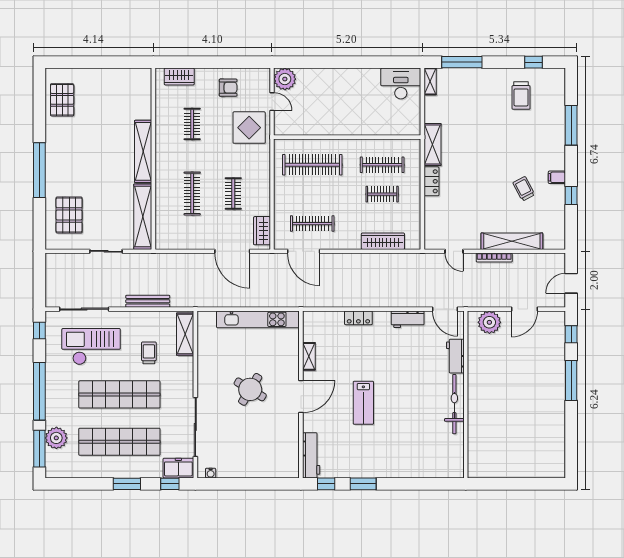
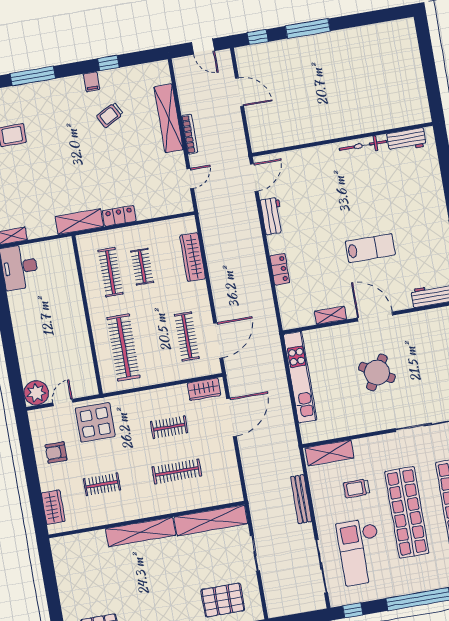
armchair: (228, 88) -> (56, 452), turned -90
plant: (489, 322) -> (260, 127), removed
workbench: (455, 356) -> (406, 140), moved
bicycle: (454, 404) -> (363, 145), width x0.73, depth x0.71

